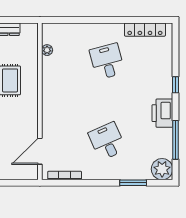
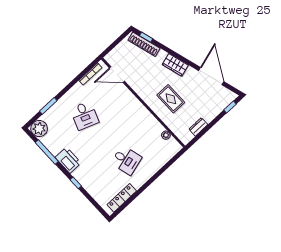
desk: (107, 141) -> (84, 115), turned 45
door: (40, 151) -> (117, 75), swing flipped

